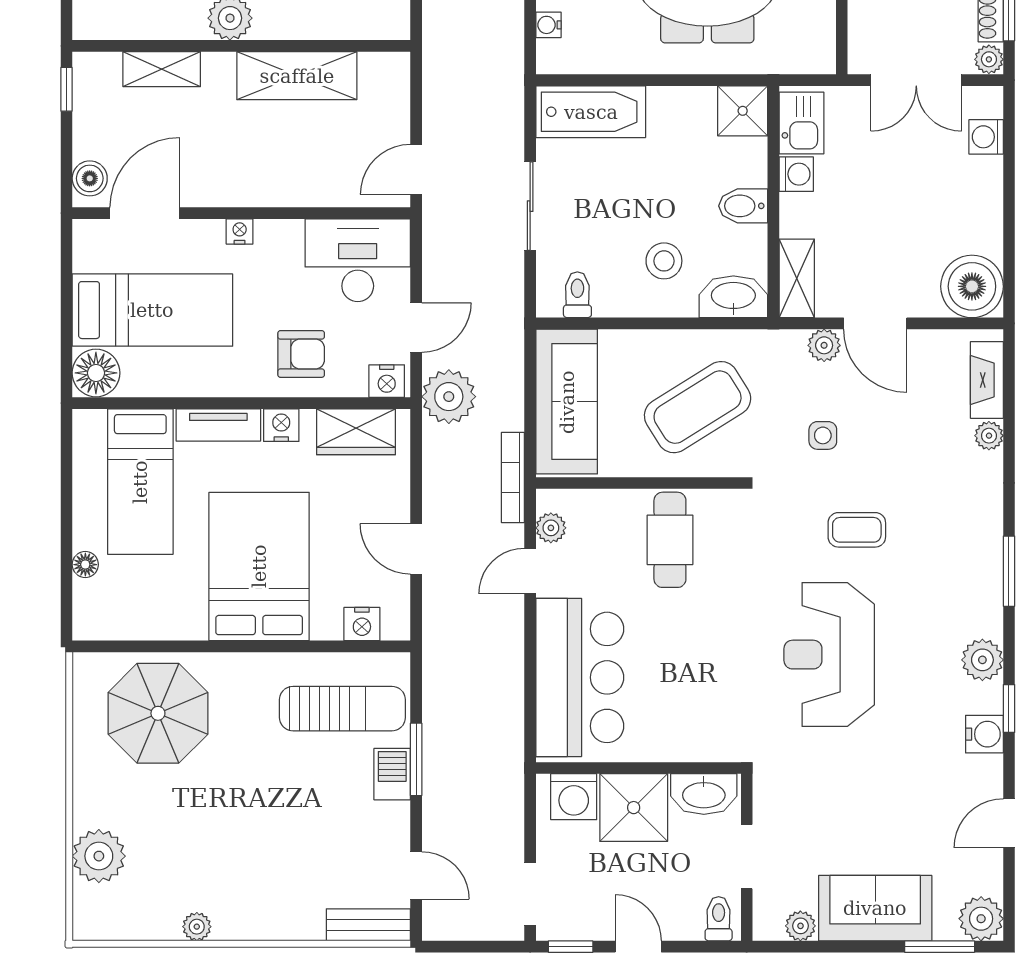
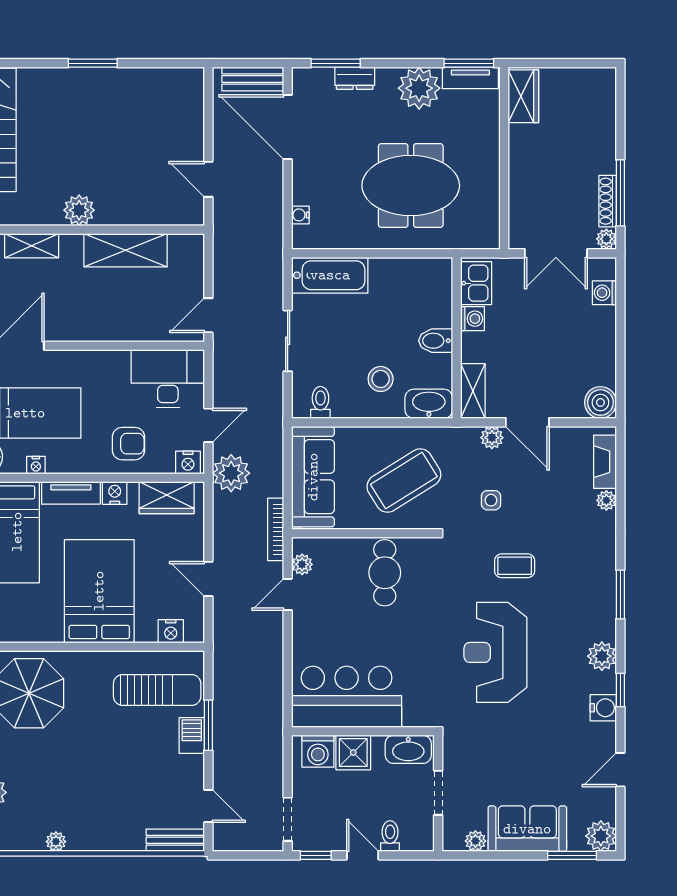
shower: (743, 111) -> (435, 275), removed
nightstand: (240, 231) -> (36, 465), moved, turned 180
boiler: (972, 286) -> (600, 402), width x0.73, depth x0.73
bar counter: (580, 677) -> (347, 697), moved, turned -90
shower: (634, 808) -> (353, 752), width x0.73, depth x0.73
toilet: (719, 919) -> (390, 836), moved

